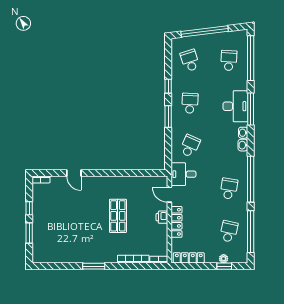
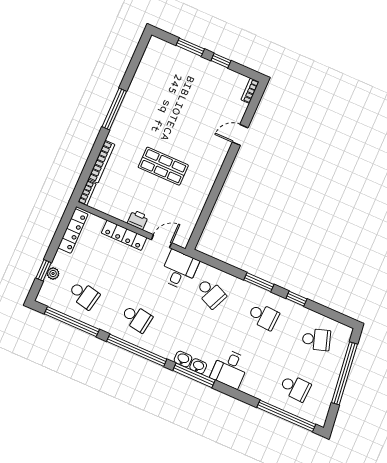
desk: (235, 106) -> (230, 369), width x0.73
window: (251, 109) -> (194, 375), moved
window: (94, 266) -> (114, 109), width x1.44

